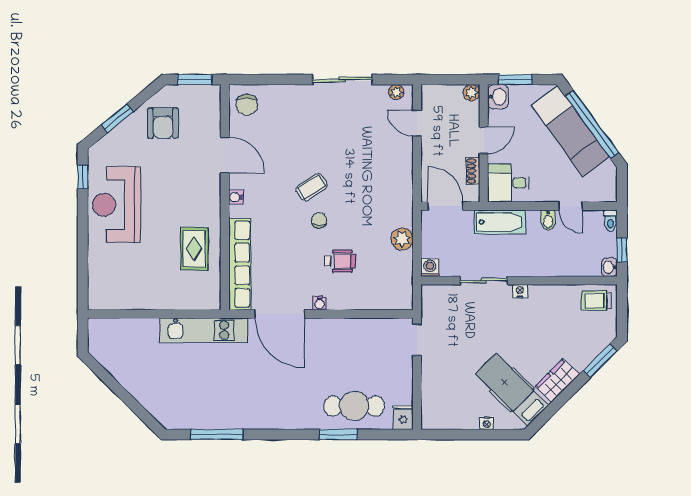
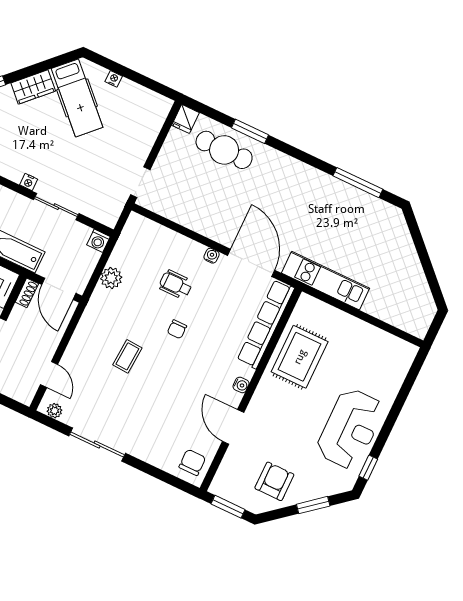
shoe rack: (473, 171) -> (27, 293), moved
coffee table: (312, 187) -> (127, 356), moved, turned -53
rug: (194, 249) -> (300, 357), width x1.36, depth x1.43

